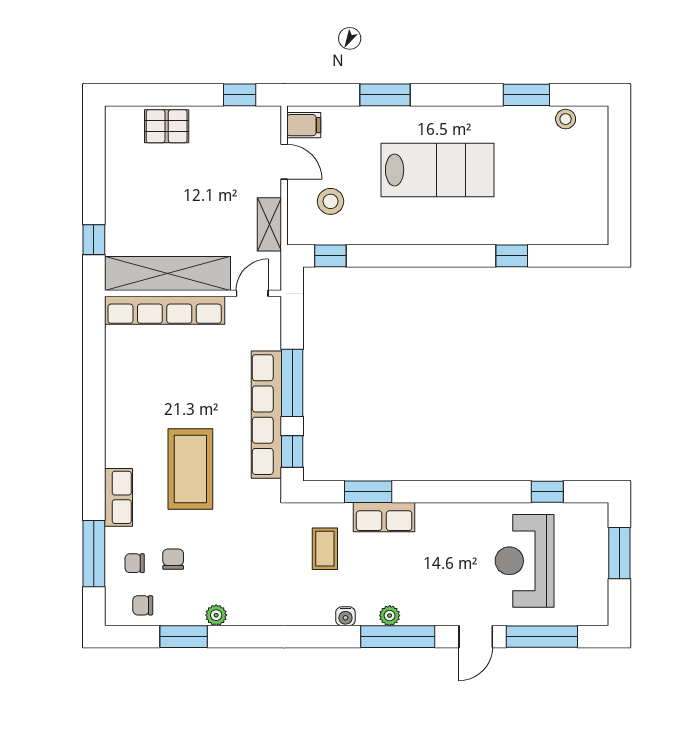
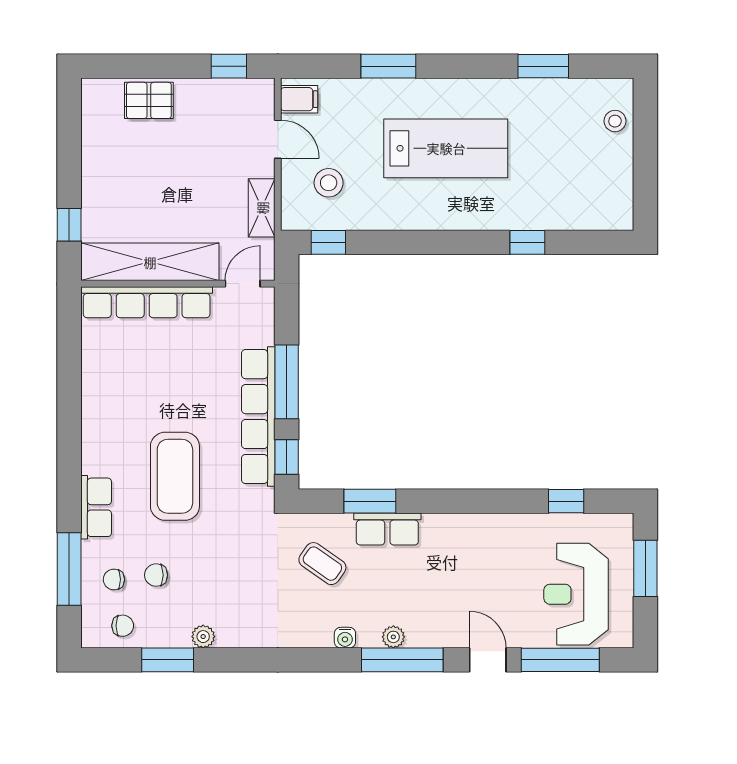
stool: (566, 119) -> (615, 121), moved
coffee table: (325, 549) -> (322, 564), turned -55
chair: (173, 559) -> (156, 575), turned -90
reception desk: (525, 561) -> (576, 594), moved
chair: (143, 605) -> (123, 626), turned 180
door: (476, 637) -> (488, 660), swing flipped

